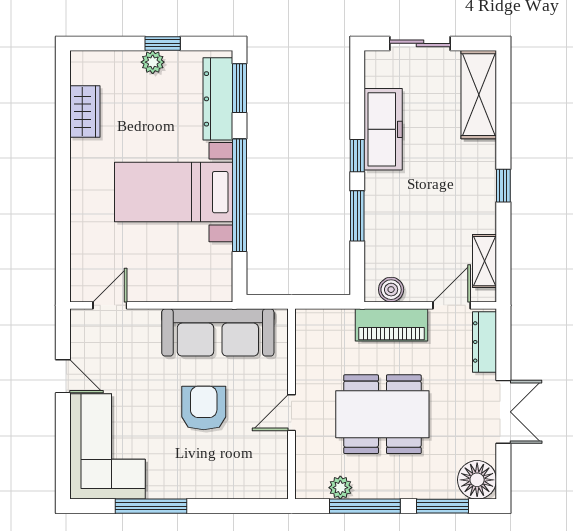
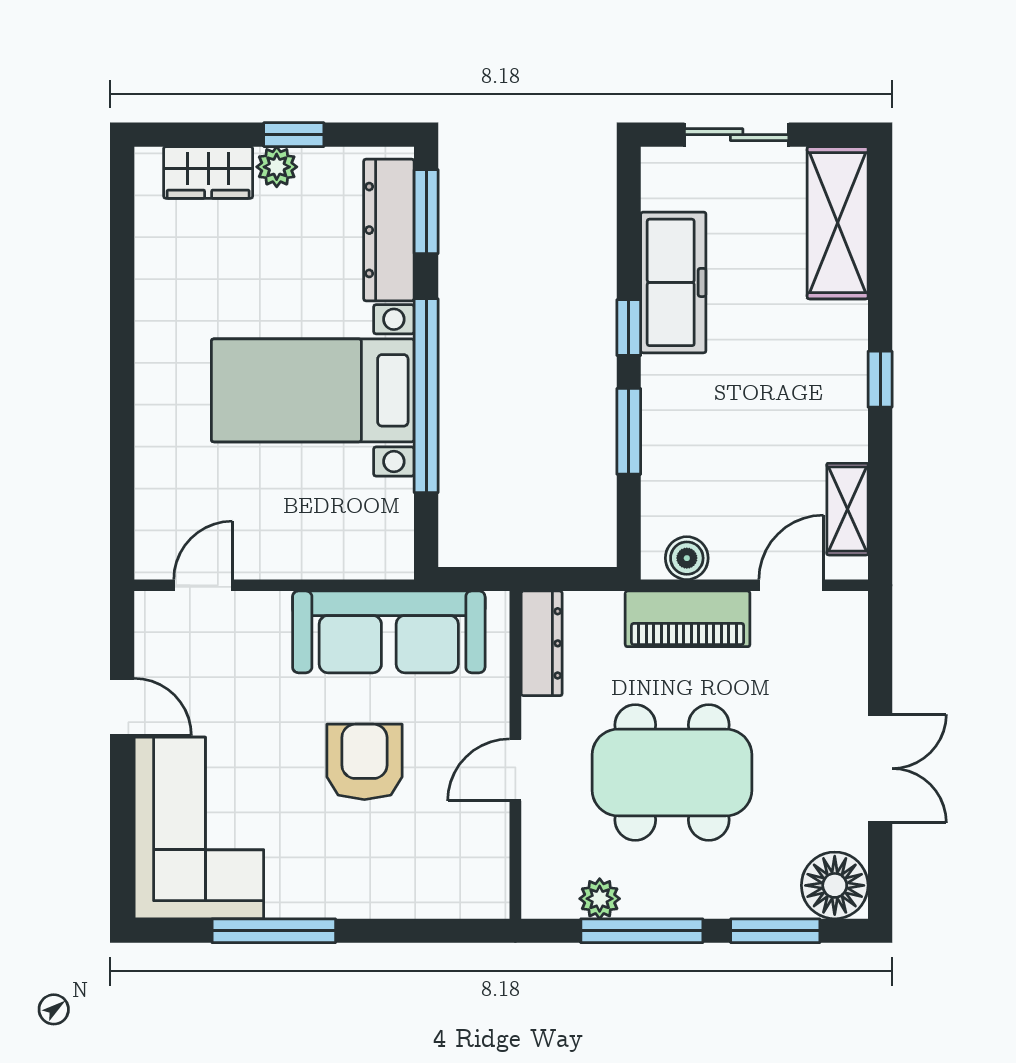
wardrobe: (85, 112) -> (208, 172), moved, turned 90
dresser: (485, 342) -> (542, 643), moved, turned 180

